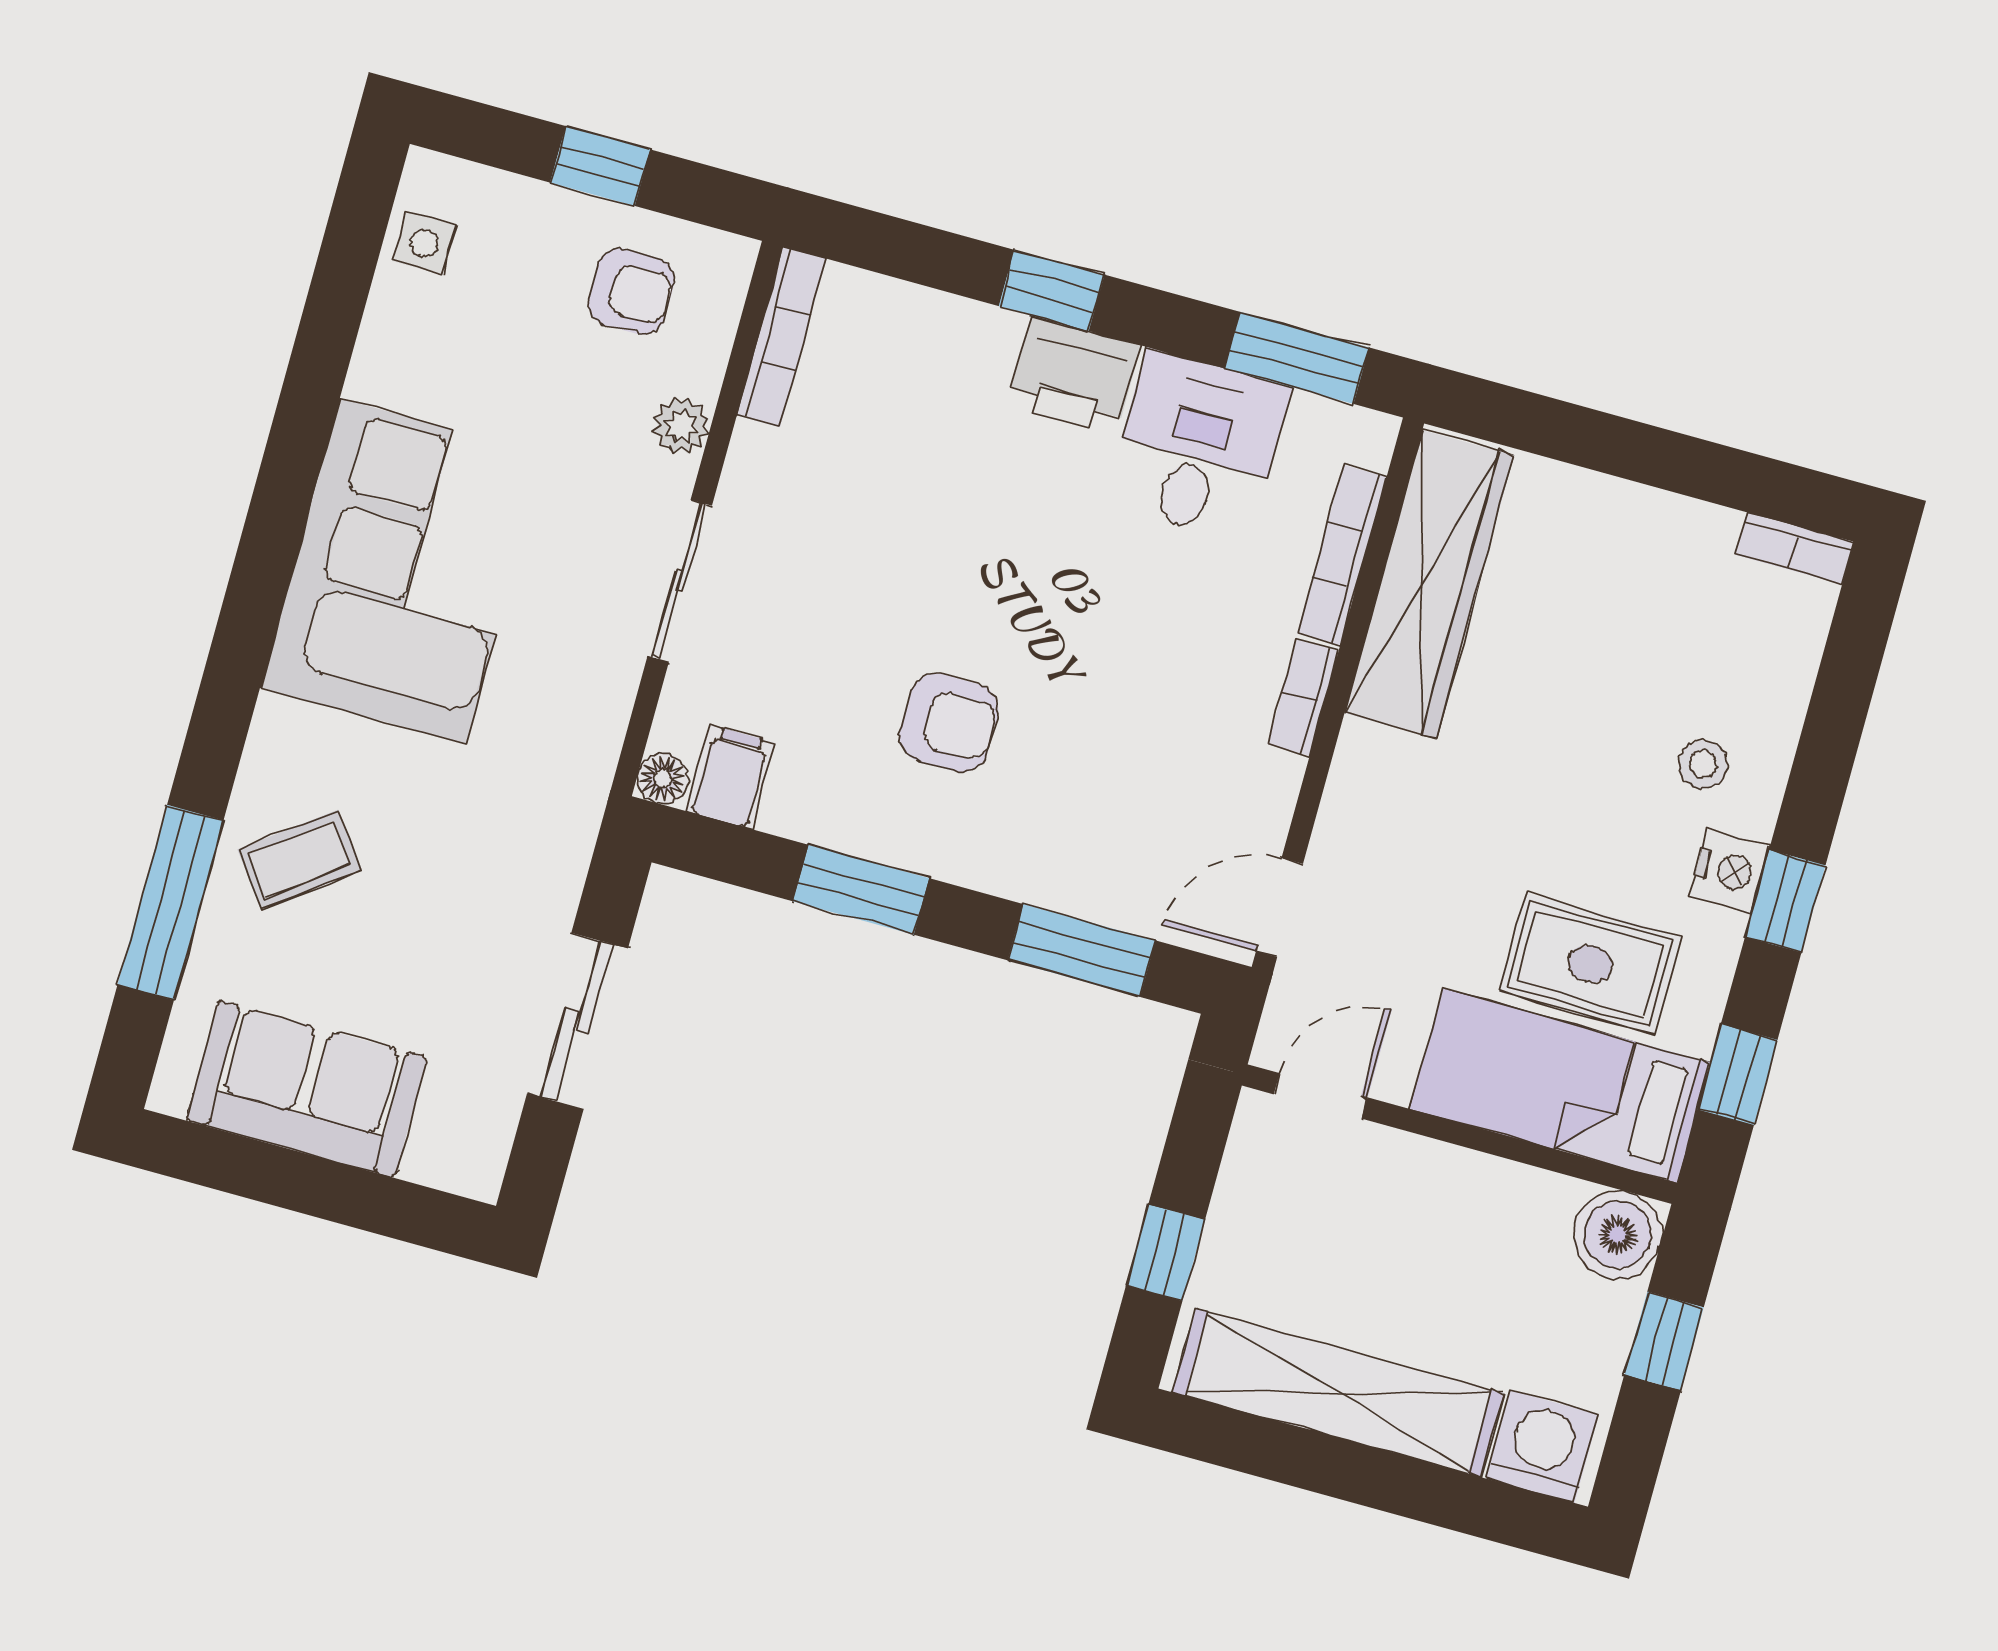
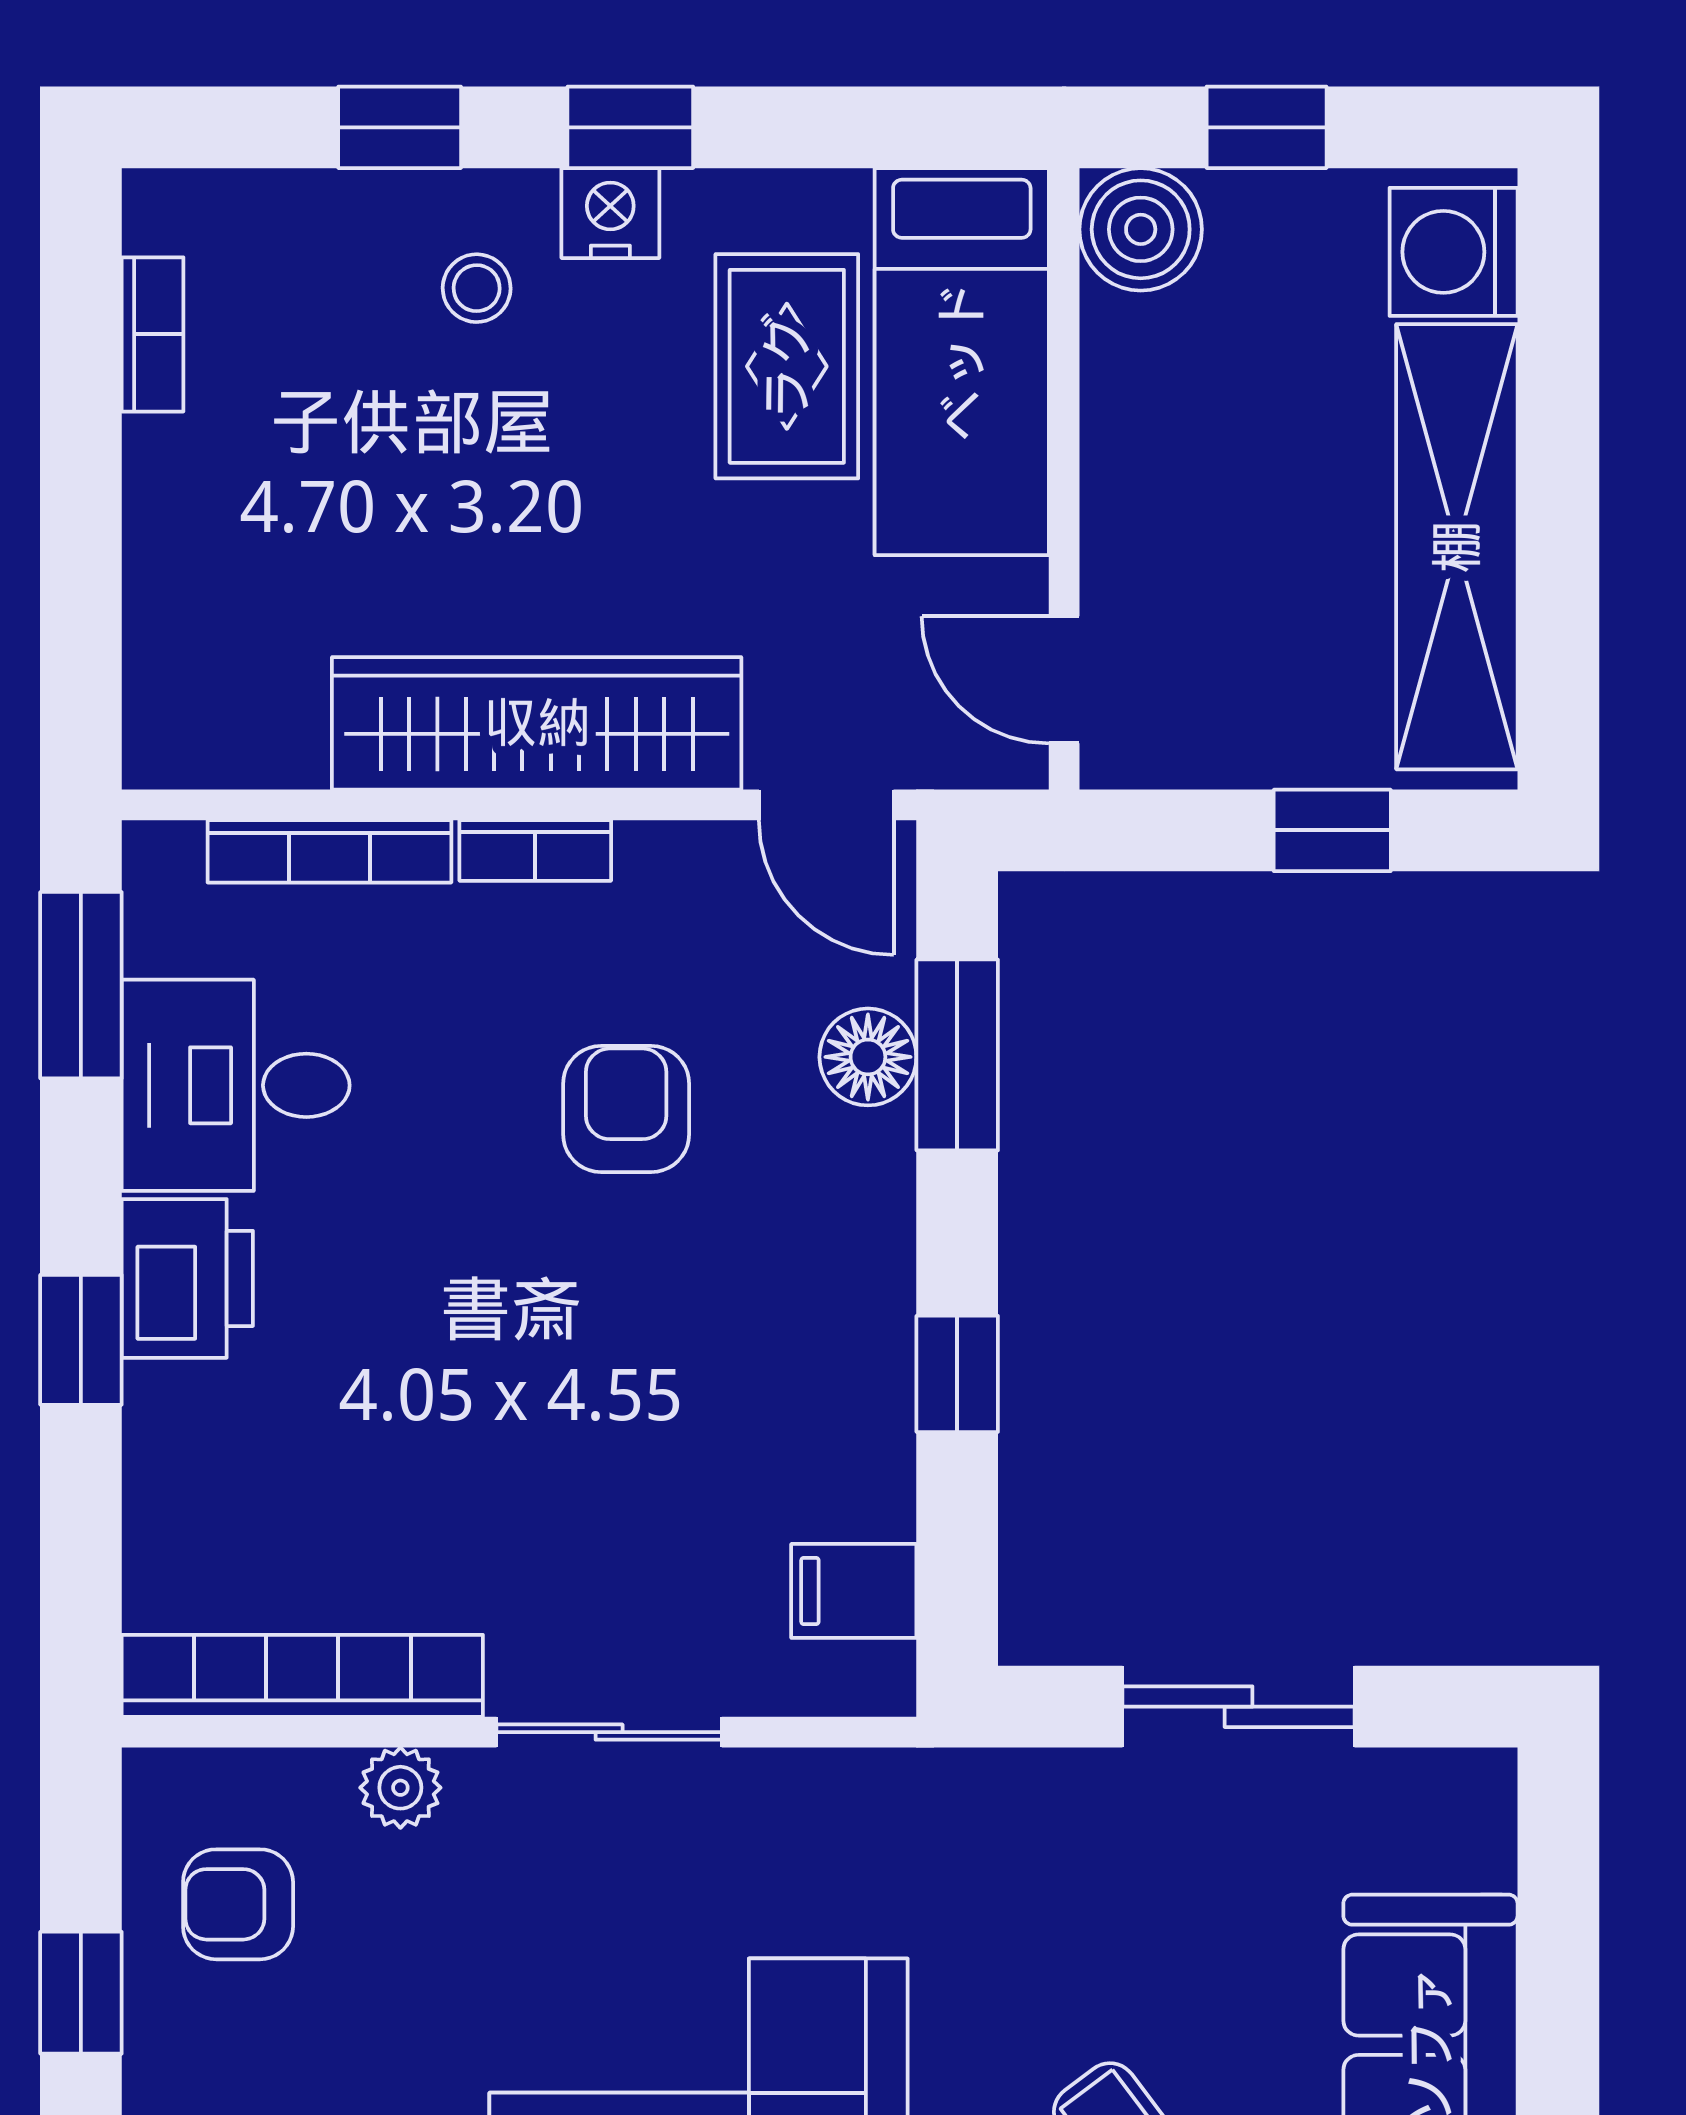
armchair: (631, 291) -> (238, 1904), turned -90
bookcase: (781, 337) -> (302, 1676), width x1.48, depth x1.31
bookcase: (1795, 548) -> (153, 334), moved
wardrobe: (1429, 584) -> (537, 723), moved
armchair: (949, 723) -> (626, 1109), moved
floor lamp: (663, 779) -> (868, 1057), moved, width x1.37, depth x1.37
window: (861, 890) -> (957, 1374), width x0.67
window: (1737, 1075) -> (400, 127), moved

